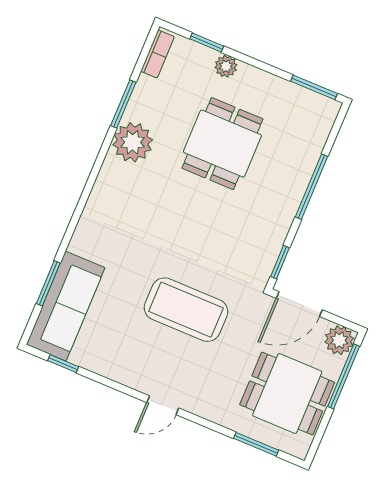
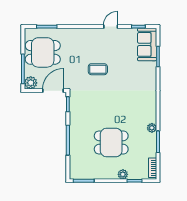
plant: (133, 142) -> (152, 128), width x0.53, depth x0.53
dining table: (222, 144) -> (111, 142), turned 90
sofa: (66, 306) -> (147, 44), width x0.73
coffee table: (186, 310) -> (98, 69), width x0.54, depth x0.58
door: (163, 405) -> (111, 27), moved

